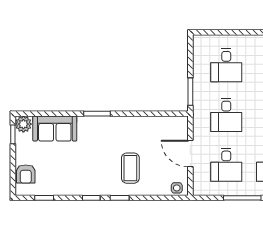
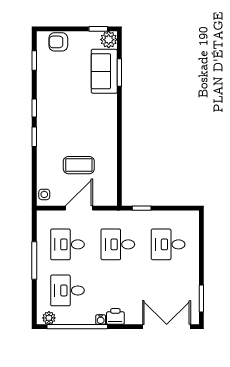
window: (190, 92) -> (142, 208), width x0.67
window: (97, 114) -> (119, 72), moved
coffee table: (130, 168) -> (79, 165), moved

